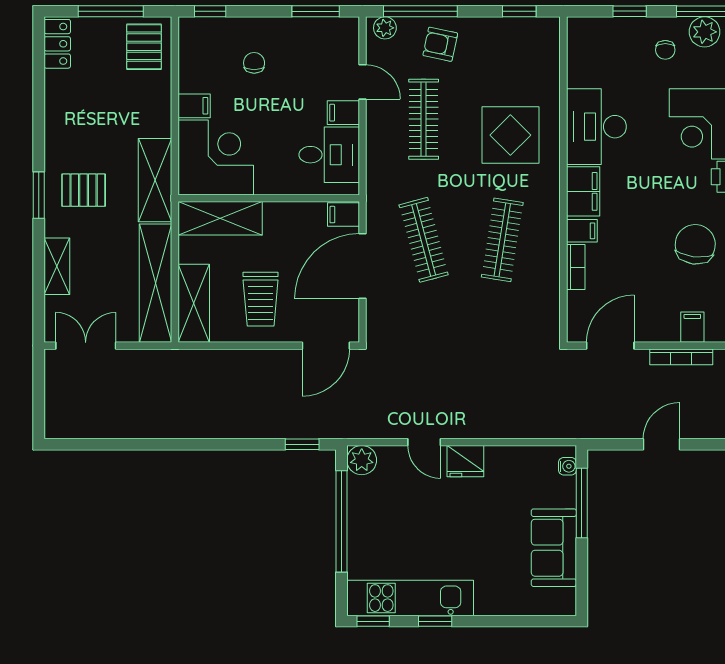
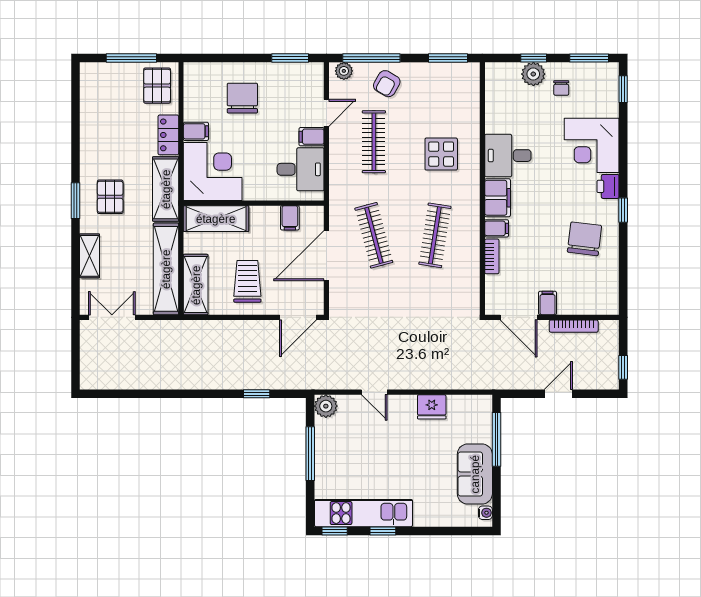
window: (210, 11) -> (208, 58), removed
window: (519, 11) -> (448, 58), width x1.50
plant: (704, 32) -> (533, 74), moved
locker: (57, 44) -> (168, 135), moved, turned 180
armchair: (440, 44) -> (387, 84), turned -72
chair: (254, 63) -> (242, 98), width x1.87, depth x1.87
door: (362, 82) -> (326, 113), hinge flipped
desk: (596, 127) -> (508, 156), width x0.73
display table: (510, 135) -> (441, 154), width x0.73, depth x0.73
pallet: (84, 190) -> (110, 197), turned 90
filing cabinet: (343, 215) -> (290, 218), moved, turned -90
trolley: (261, 299) -> (247, 281), turned 180
filing cabinet: (692, 327) -> (548, 303), moved
door: (610, 346) -> (519, 317), swing flipped
window: (302, 444) -> (257, 394), moved
fridge: (465, 461) -> (432, 407), moved
water cooler: (567, 466) -> (485, 513), moved
window: (342, 521) -> (310, 454), width x0.68

